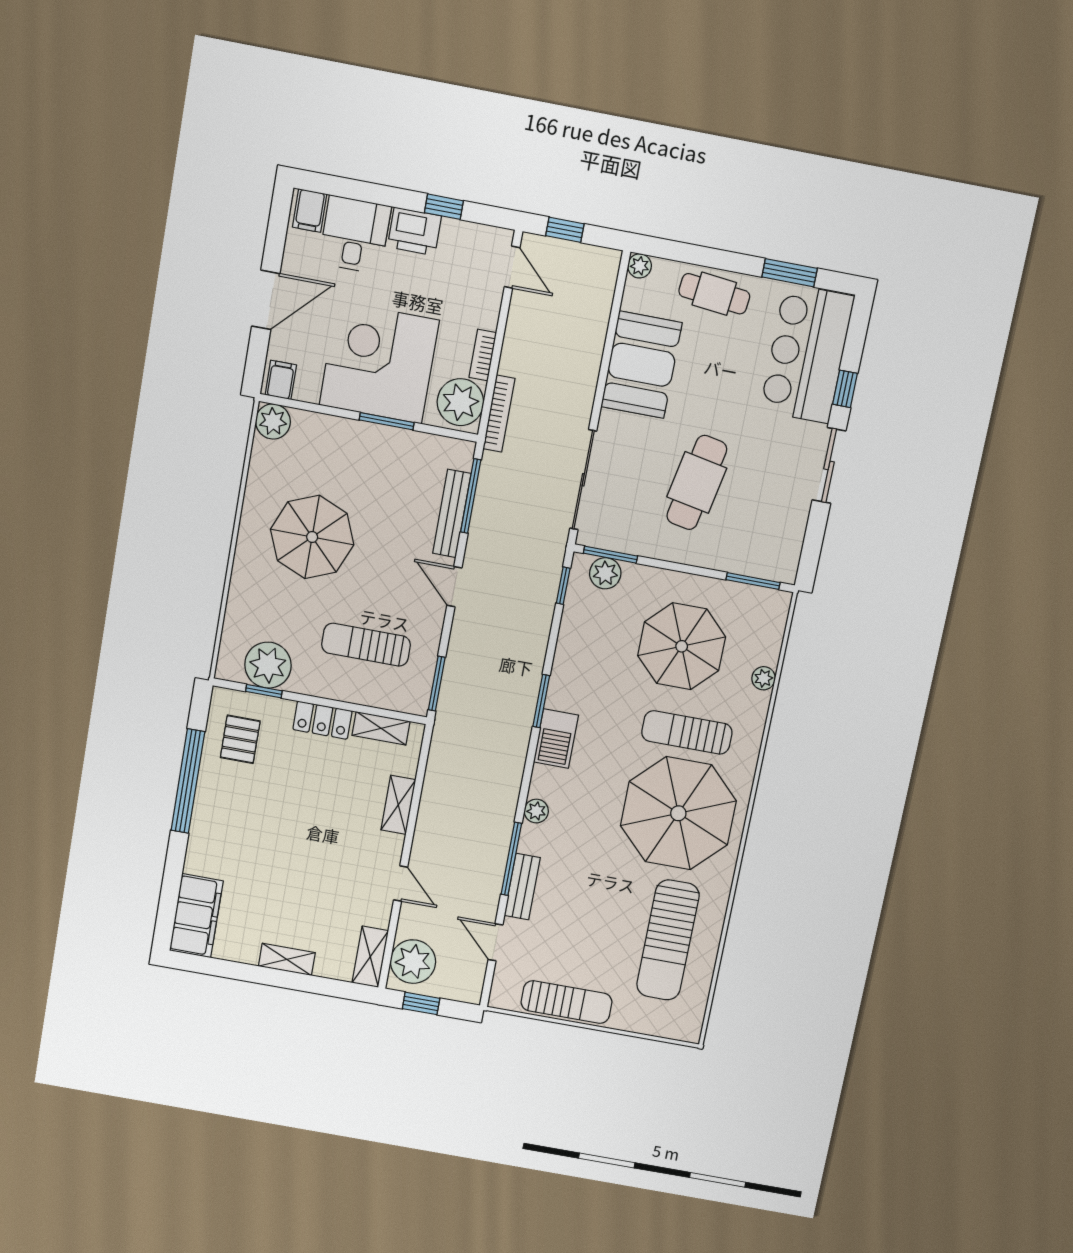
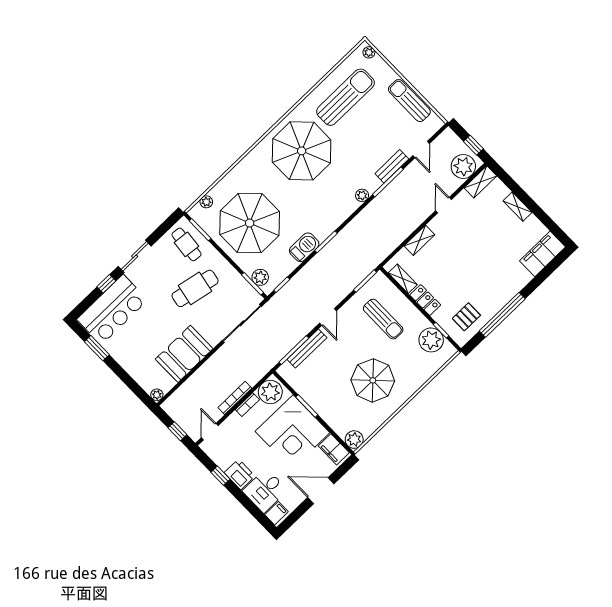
cafe table: (714, 294) -> (186, 244), moved
filing cabinet: (281, 380) -> (334, 449), width x2.00
bookcase: (499, 414) -> (235, 398), moved
parasol: (682, 646) -> (250, 223), width x1.36, depth x1.36
plant: (764, 678) -> (206, 202), moved
sun lounger: (687, 732) -> (273, 184), removed
barbecue: (556, 739) -> (304, 247), moved
plant: (679, 1030) -> (369, 52), added

